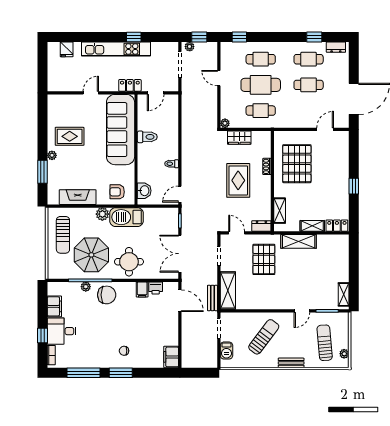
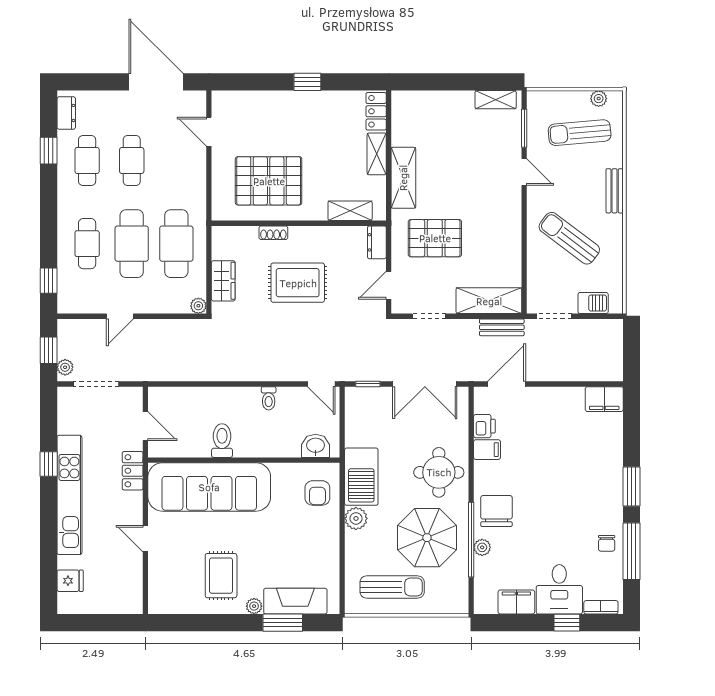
cafe table: (261, 111) -> (176, 244), width x1.37, depth x1.35
fireplace: (78, 197) -> (295, 601), moved, turned 90
chair: (124, 351) -> (607, 543), moved

